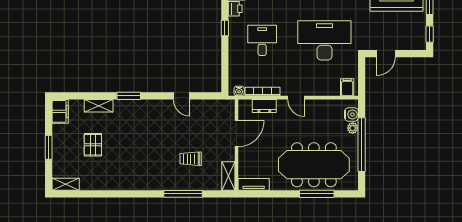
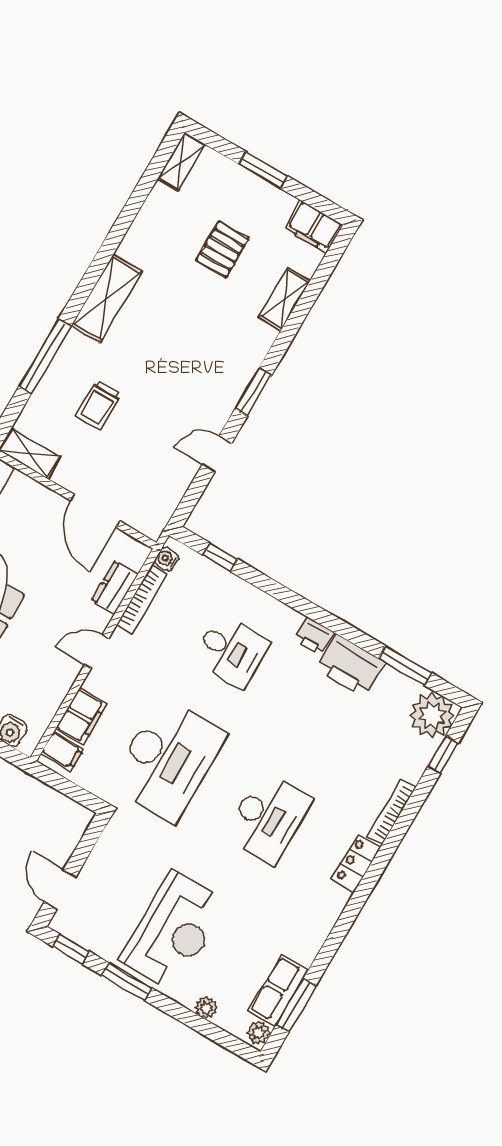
window: (225, 28) -> (220, 557), moved
door: (386, 54) -> (60, 889), moved
filing cabinet: (328, 88) -> (81, 716), added
window: (129, 96) -> (253, 392), moved
pallet: (93, 145) -> (222, 249), turned 90
trolley: (191, 159) -> (98, 405), turned 180
shelving: (143, 182) -> (106, 298), added

